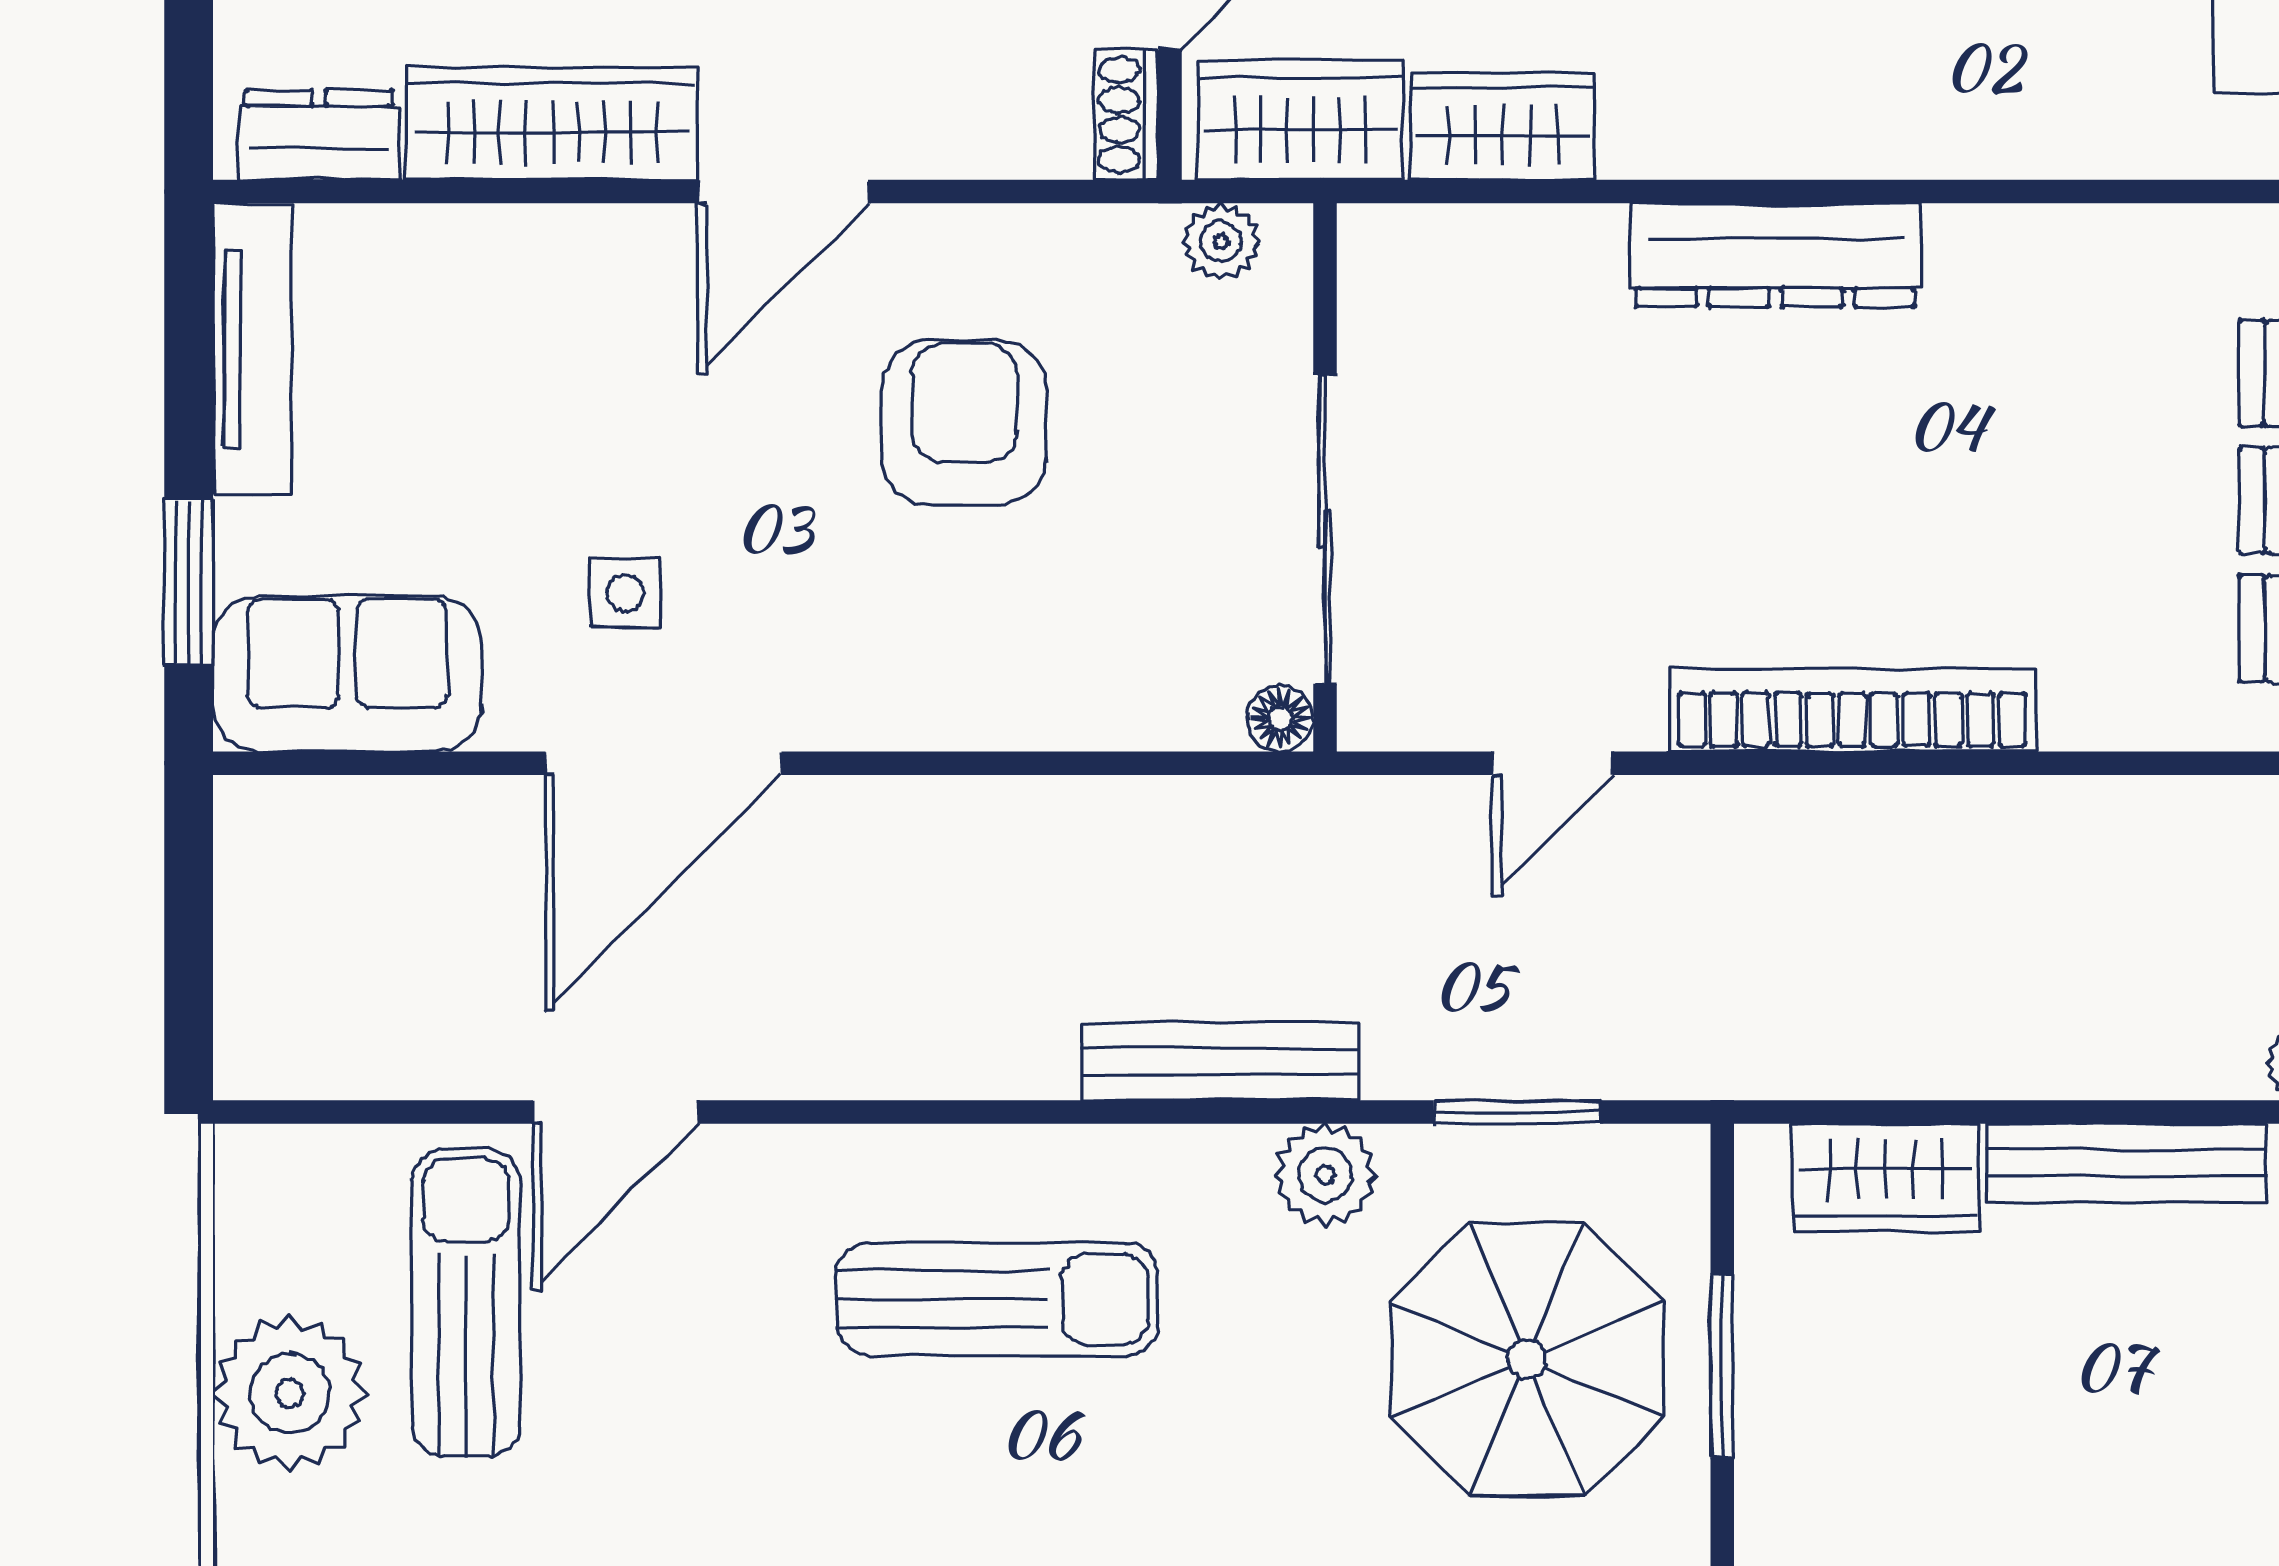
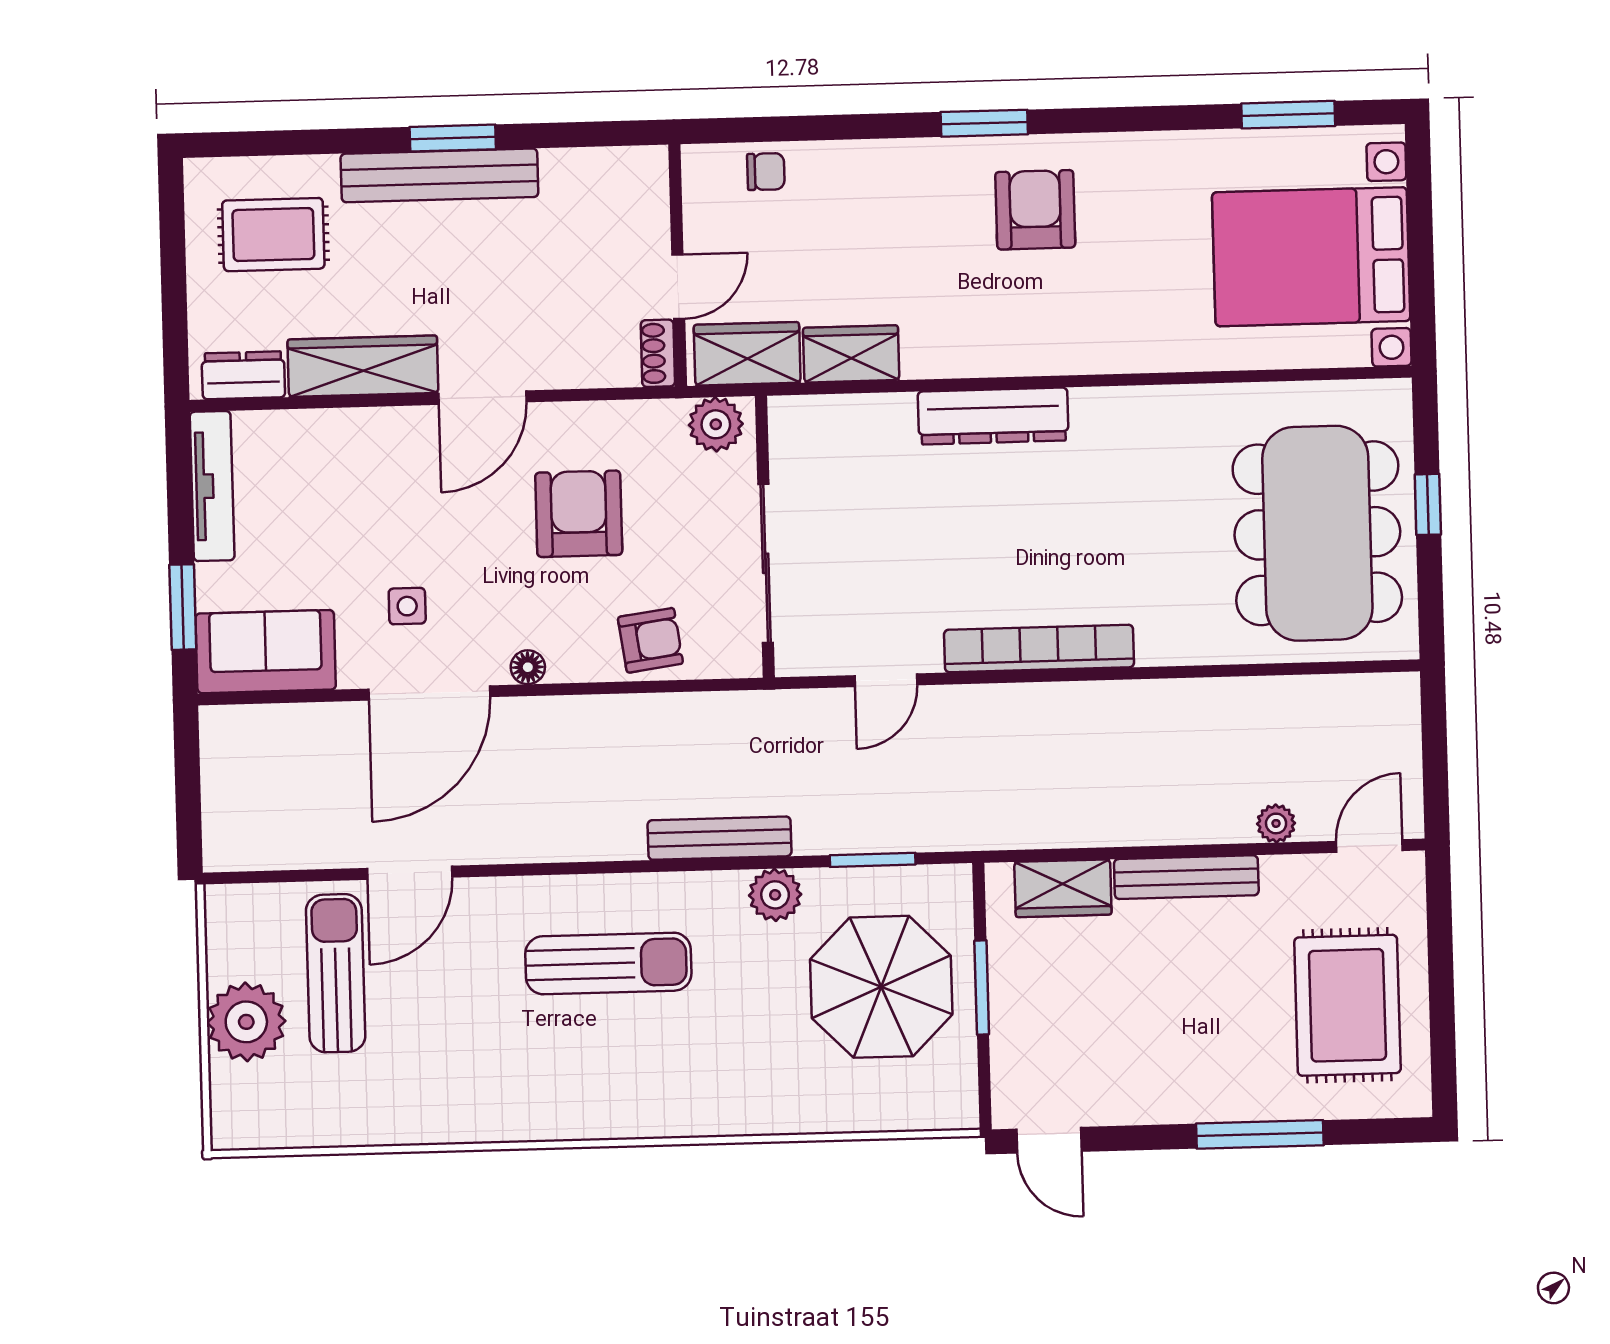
plant: (1221, 242) -> (716, 424), width x1.38, depth x1.38
armchair: (1097, 673) -> (650, 640), added
floor lamp: (1280, 718) -> (528, 667), moved

